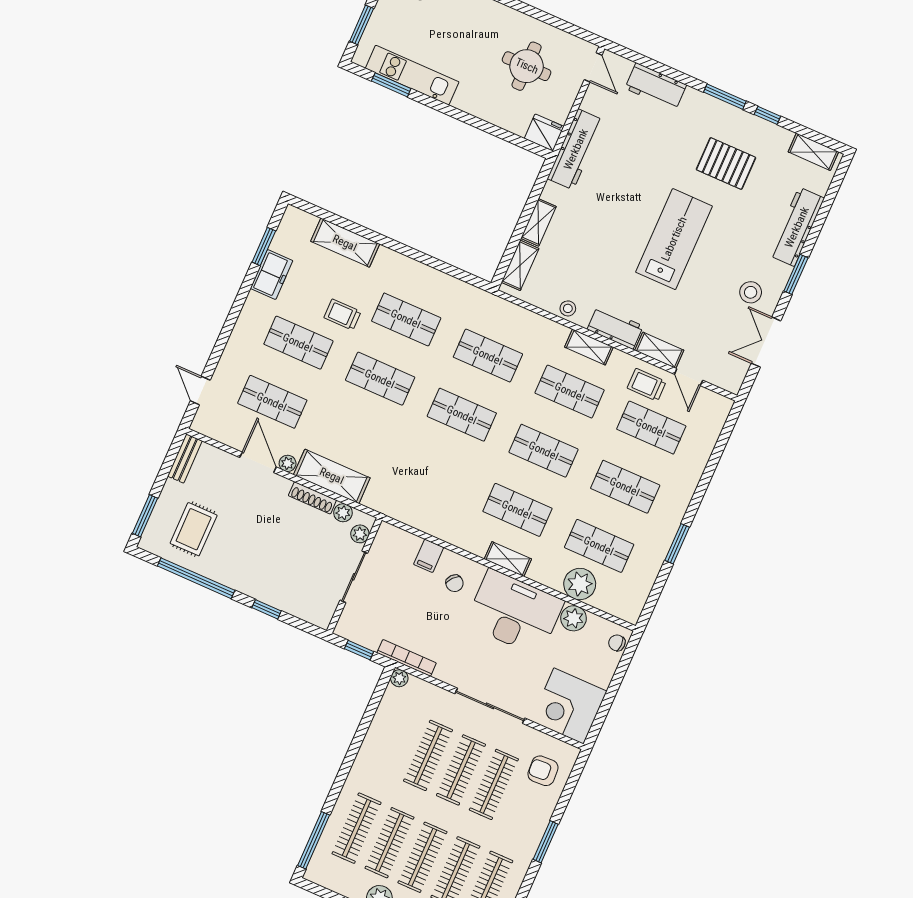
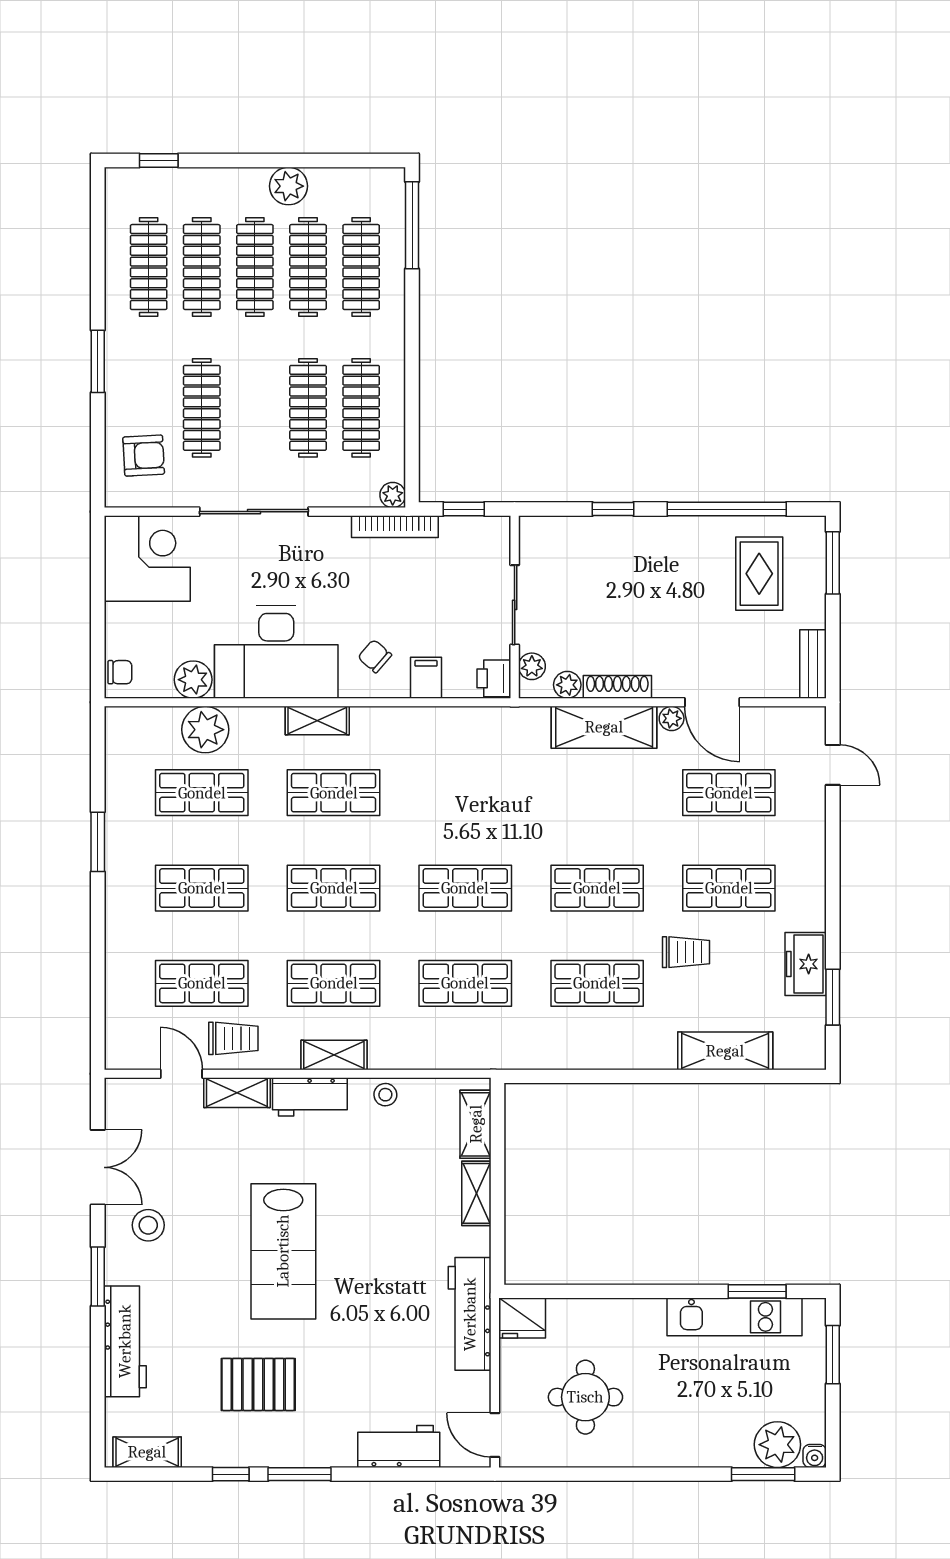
printer: (387, 537) -> (494, 678), added
clothes rail: (461, 770) -> (361, 408), moved

